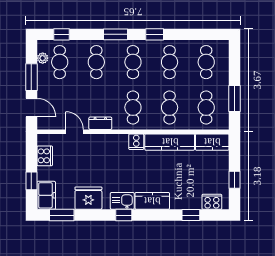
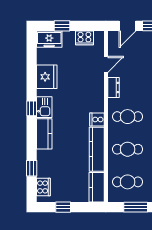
window: (62, 215) -> (32, 53), removed

